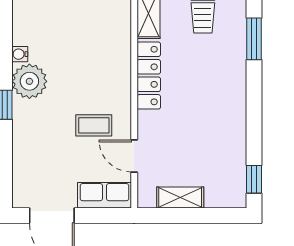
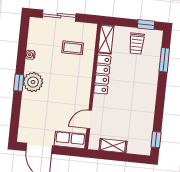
plant: (29, 81) -> (33, 82), moved
coffee table: (94, 125) -> (73, 48), moved
door: (134, 156) -> (89, 119), hinge flipped

